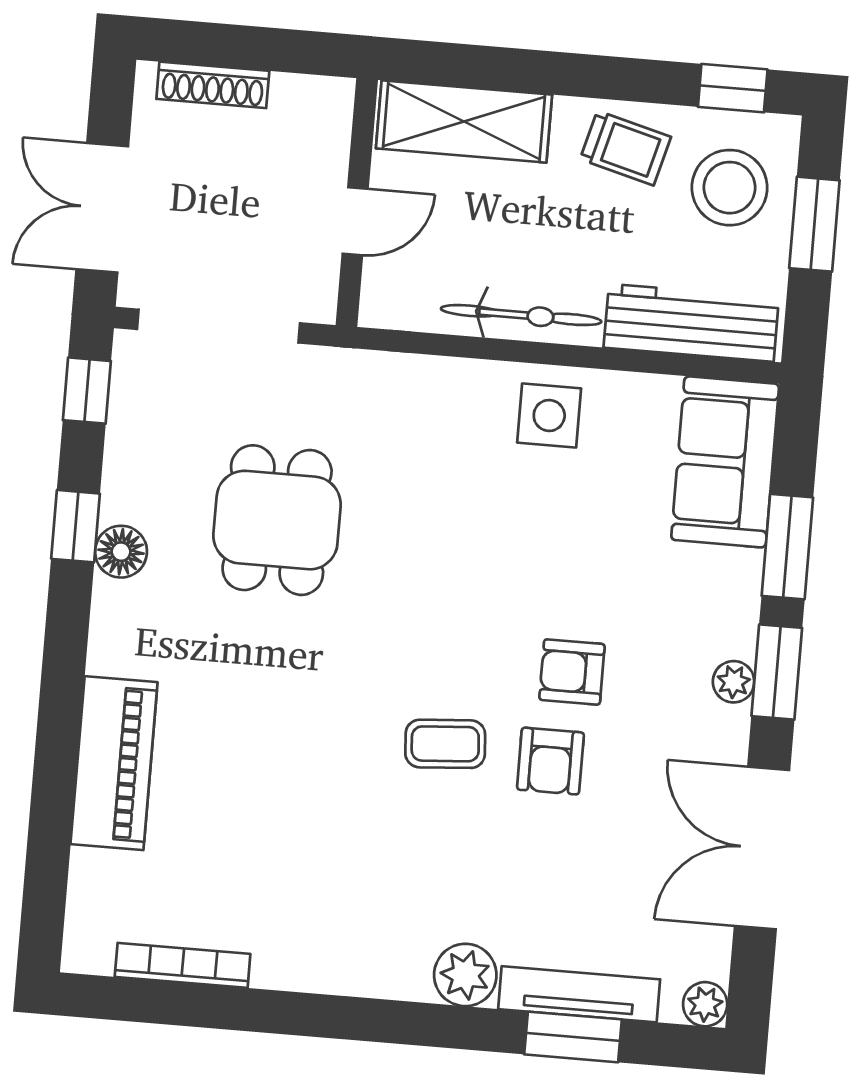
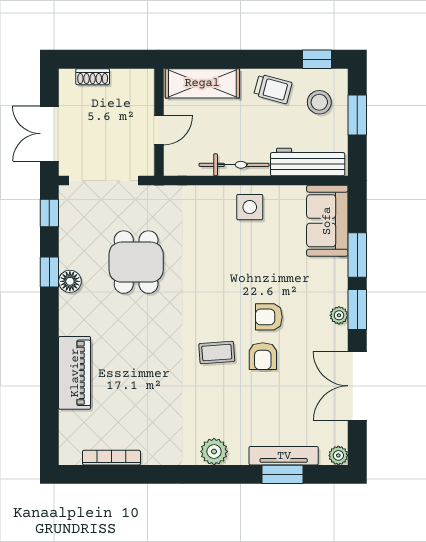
shoe rack: (213, 85) -> (93, 77), width x0.70
stool: (730, 188) -> (319, 102), width x0.73, depth x0.73
plant: (465, 975) -> (214, 452), moved

